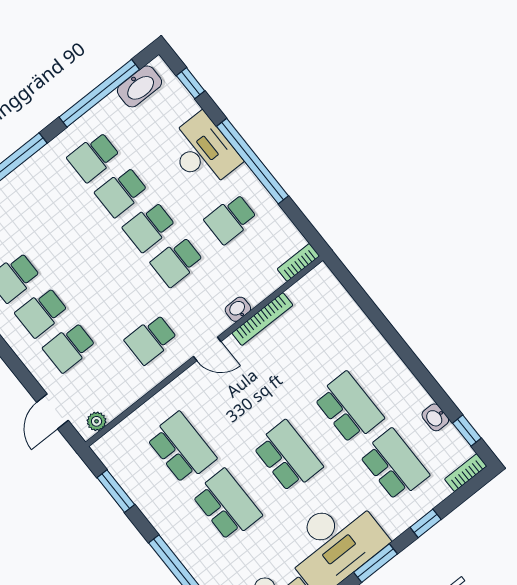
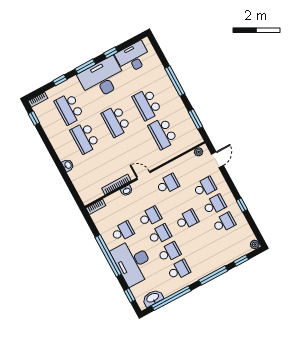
desk: (203, 152) -> (133, 262), width x1.36, depth x1.30
school desk: (95, 270) -> (187, 220), added
washbasin: (435, 417) -> (68, 165), moved

